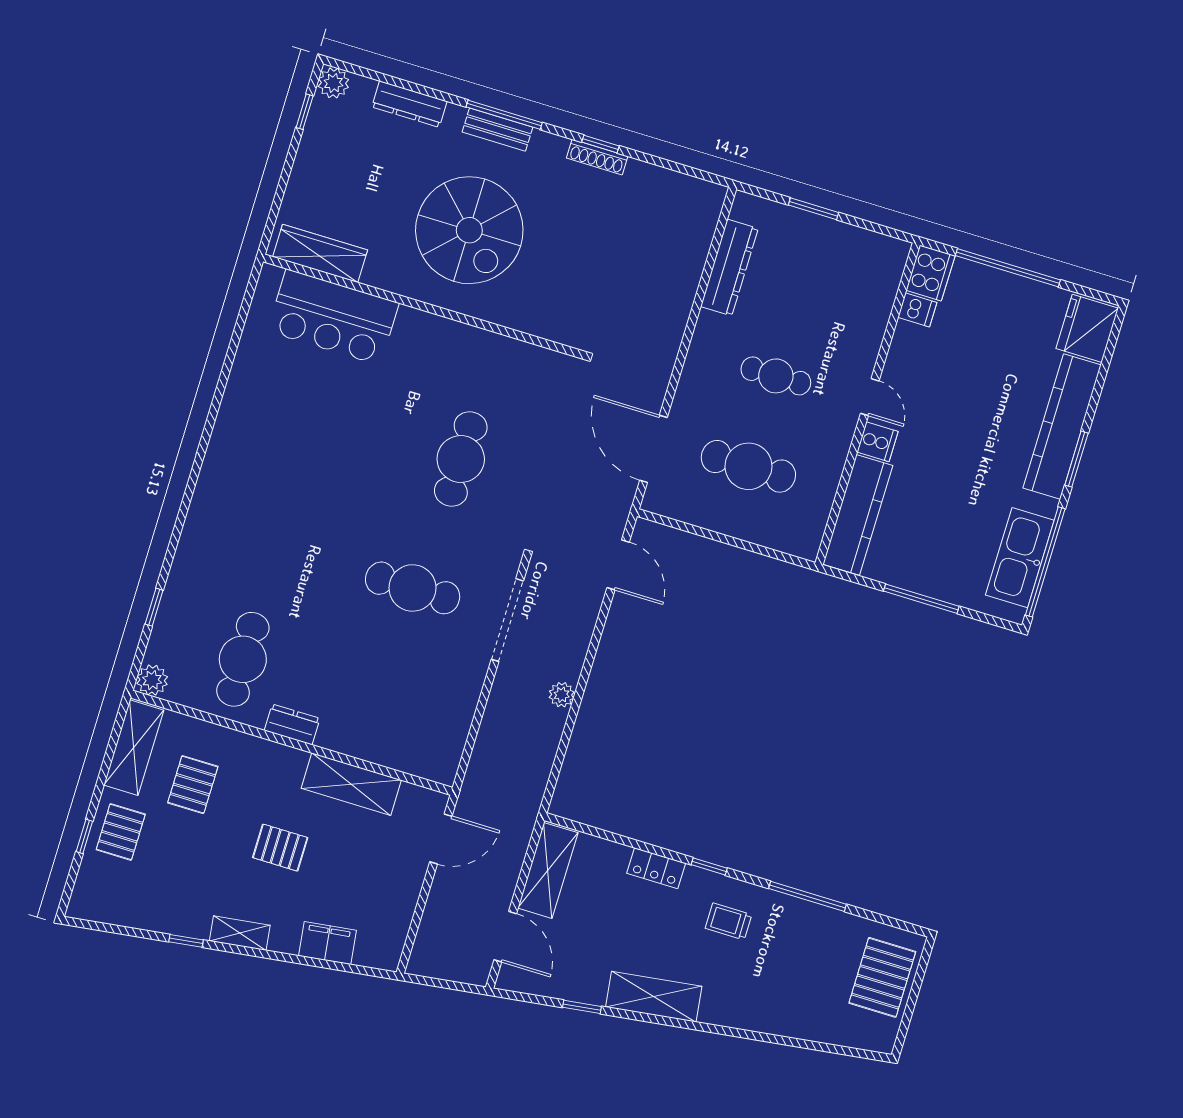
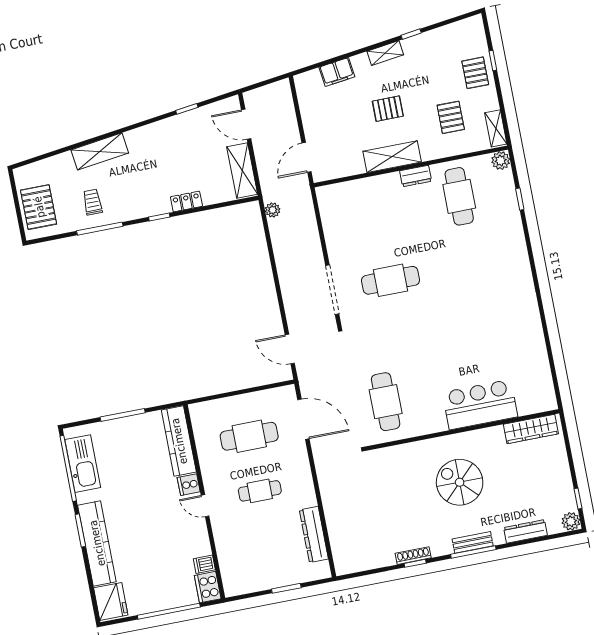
spiral stairs: (469, 230) -> (460, 482), width x0.73, depth x0.73
bar counter: (333, 317) -> (480, 405), moved
cafe table: (461, 459) -> (386, 402), moved
plant: (562, 695) -> (273, 210), moved
shelving: (134, 748) -> (496, 128), width x0.67, depth x0.75
shelving: (351, 784) -> (392, 157), moved
trolley: (729, 921) -> (93, 202), moved, turned -90
shelving: (654, 997) -> (100, 151), moved

